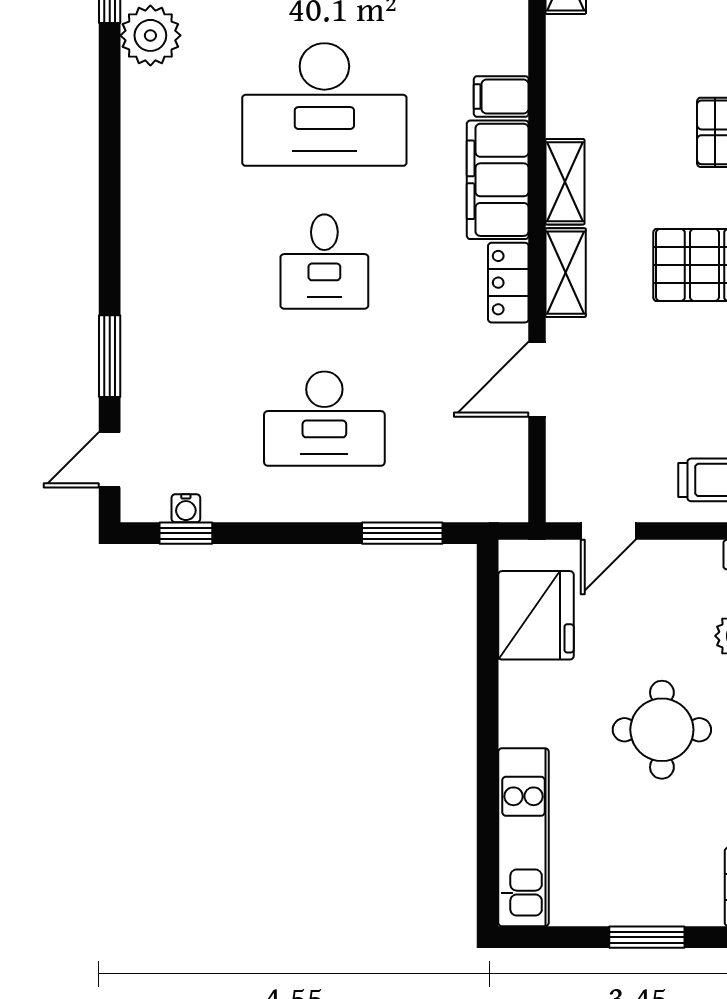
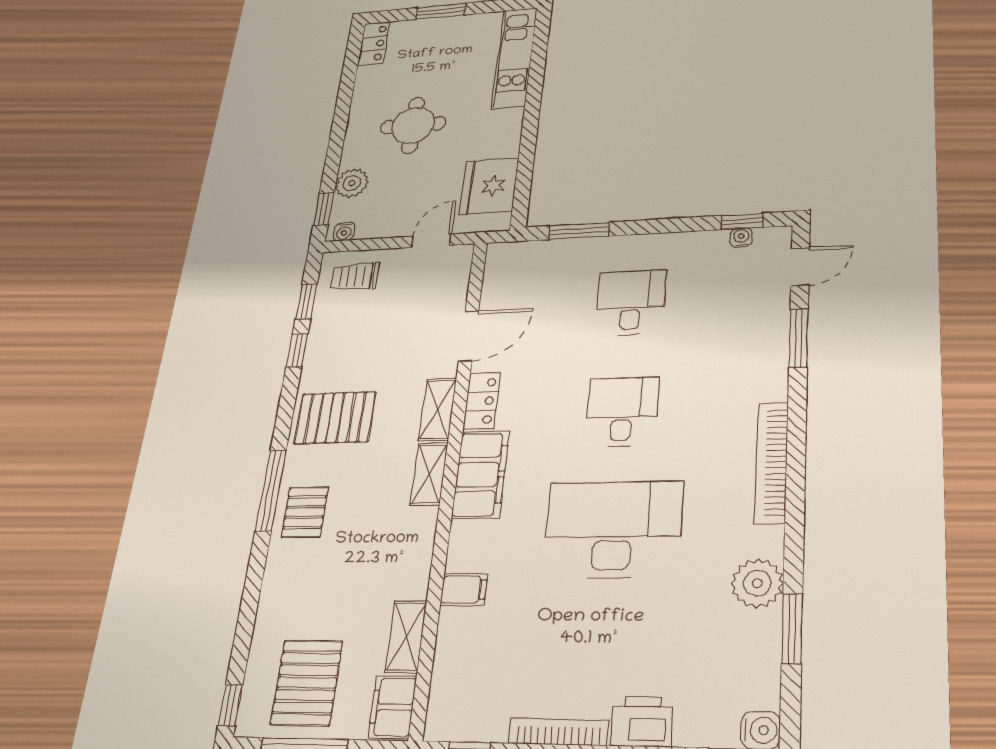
filing cabinet: (501, 97) -> (464, 589), moved
bookcase: (138, 188) -> (771, 462), added
desk: (324, 419) -> (631, 302), width x0.73

